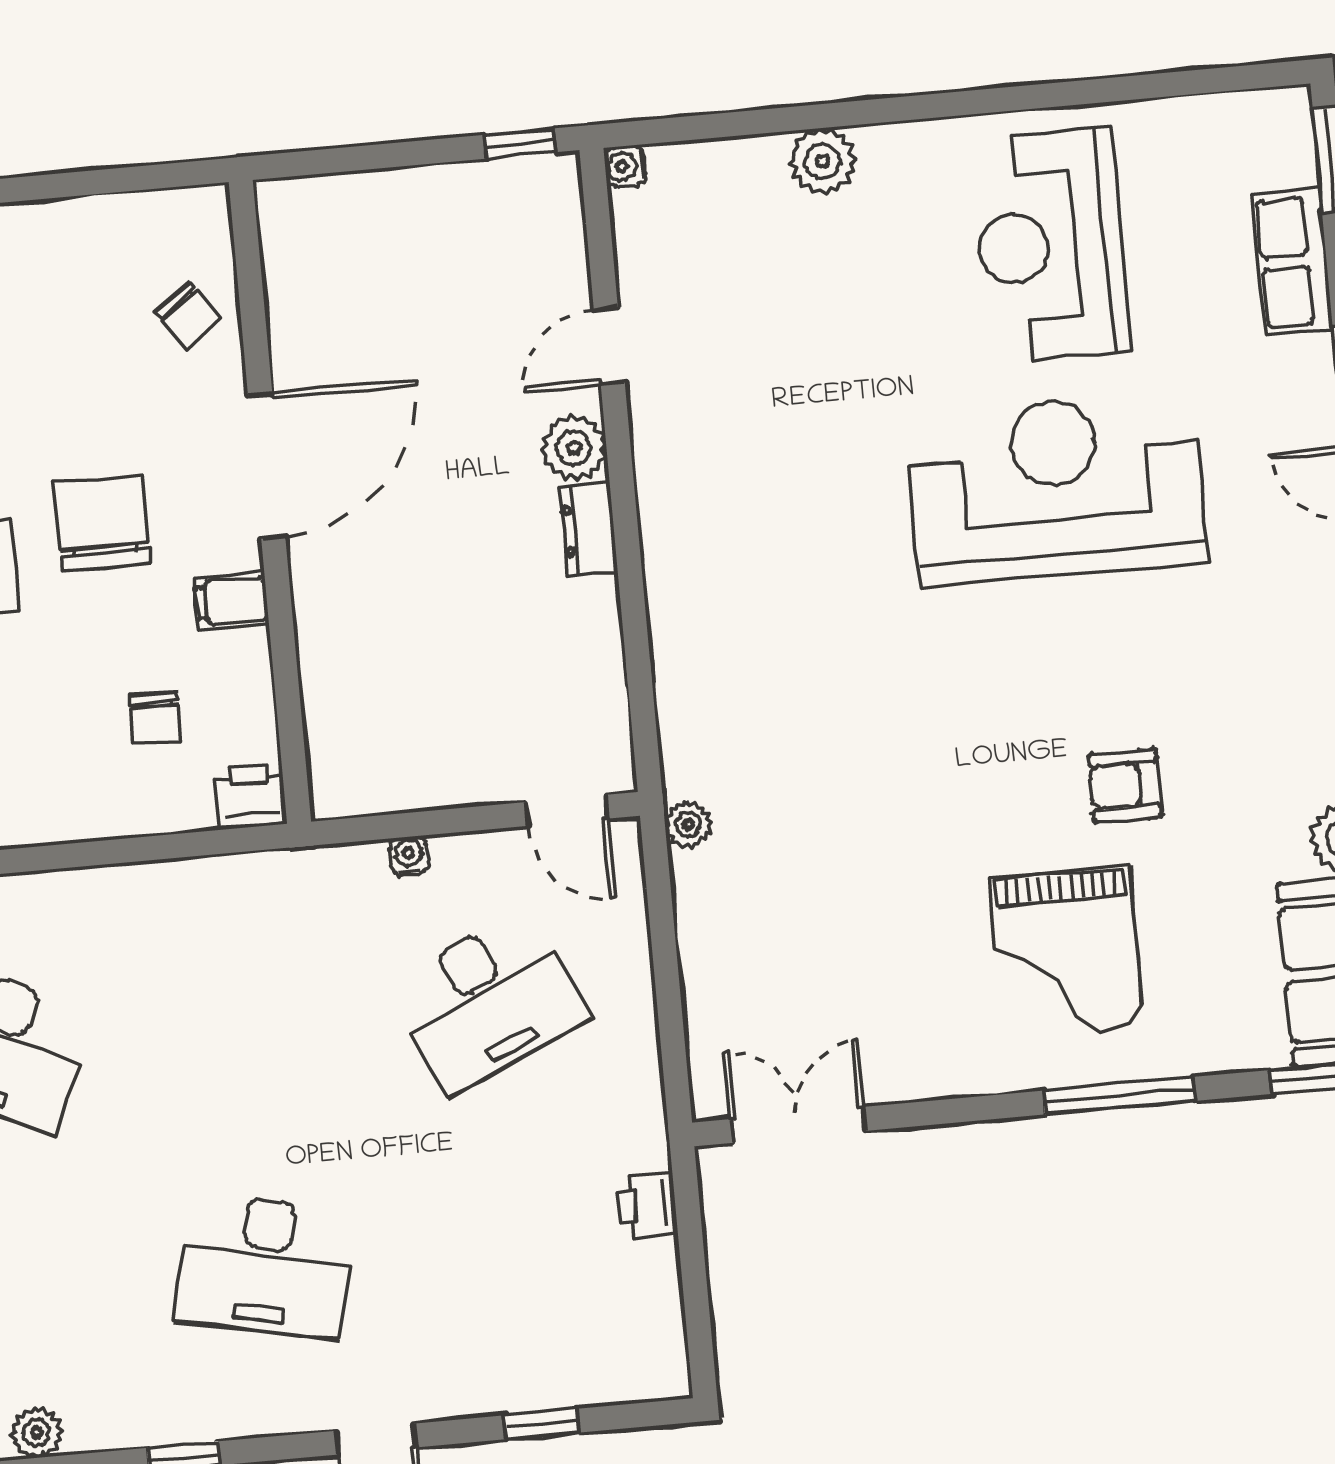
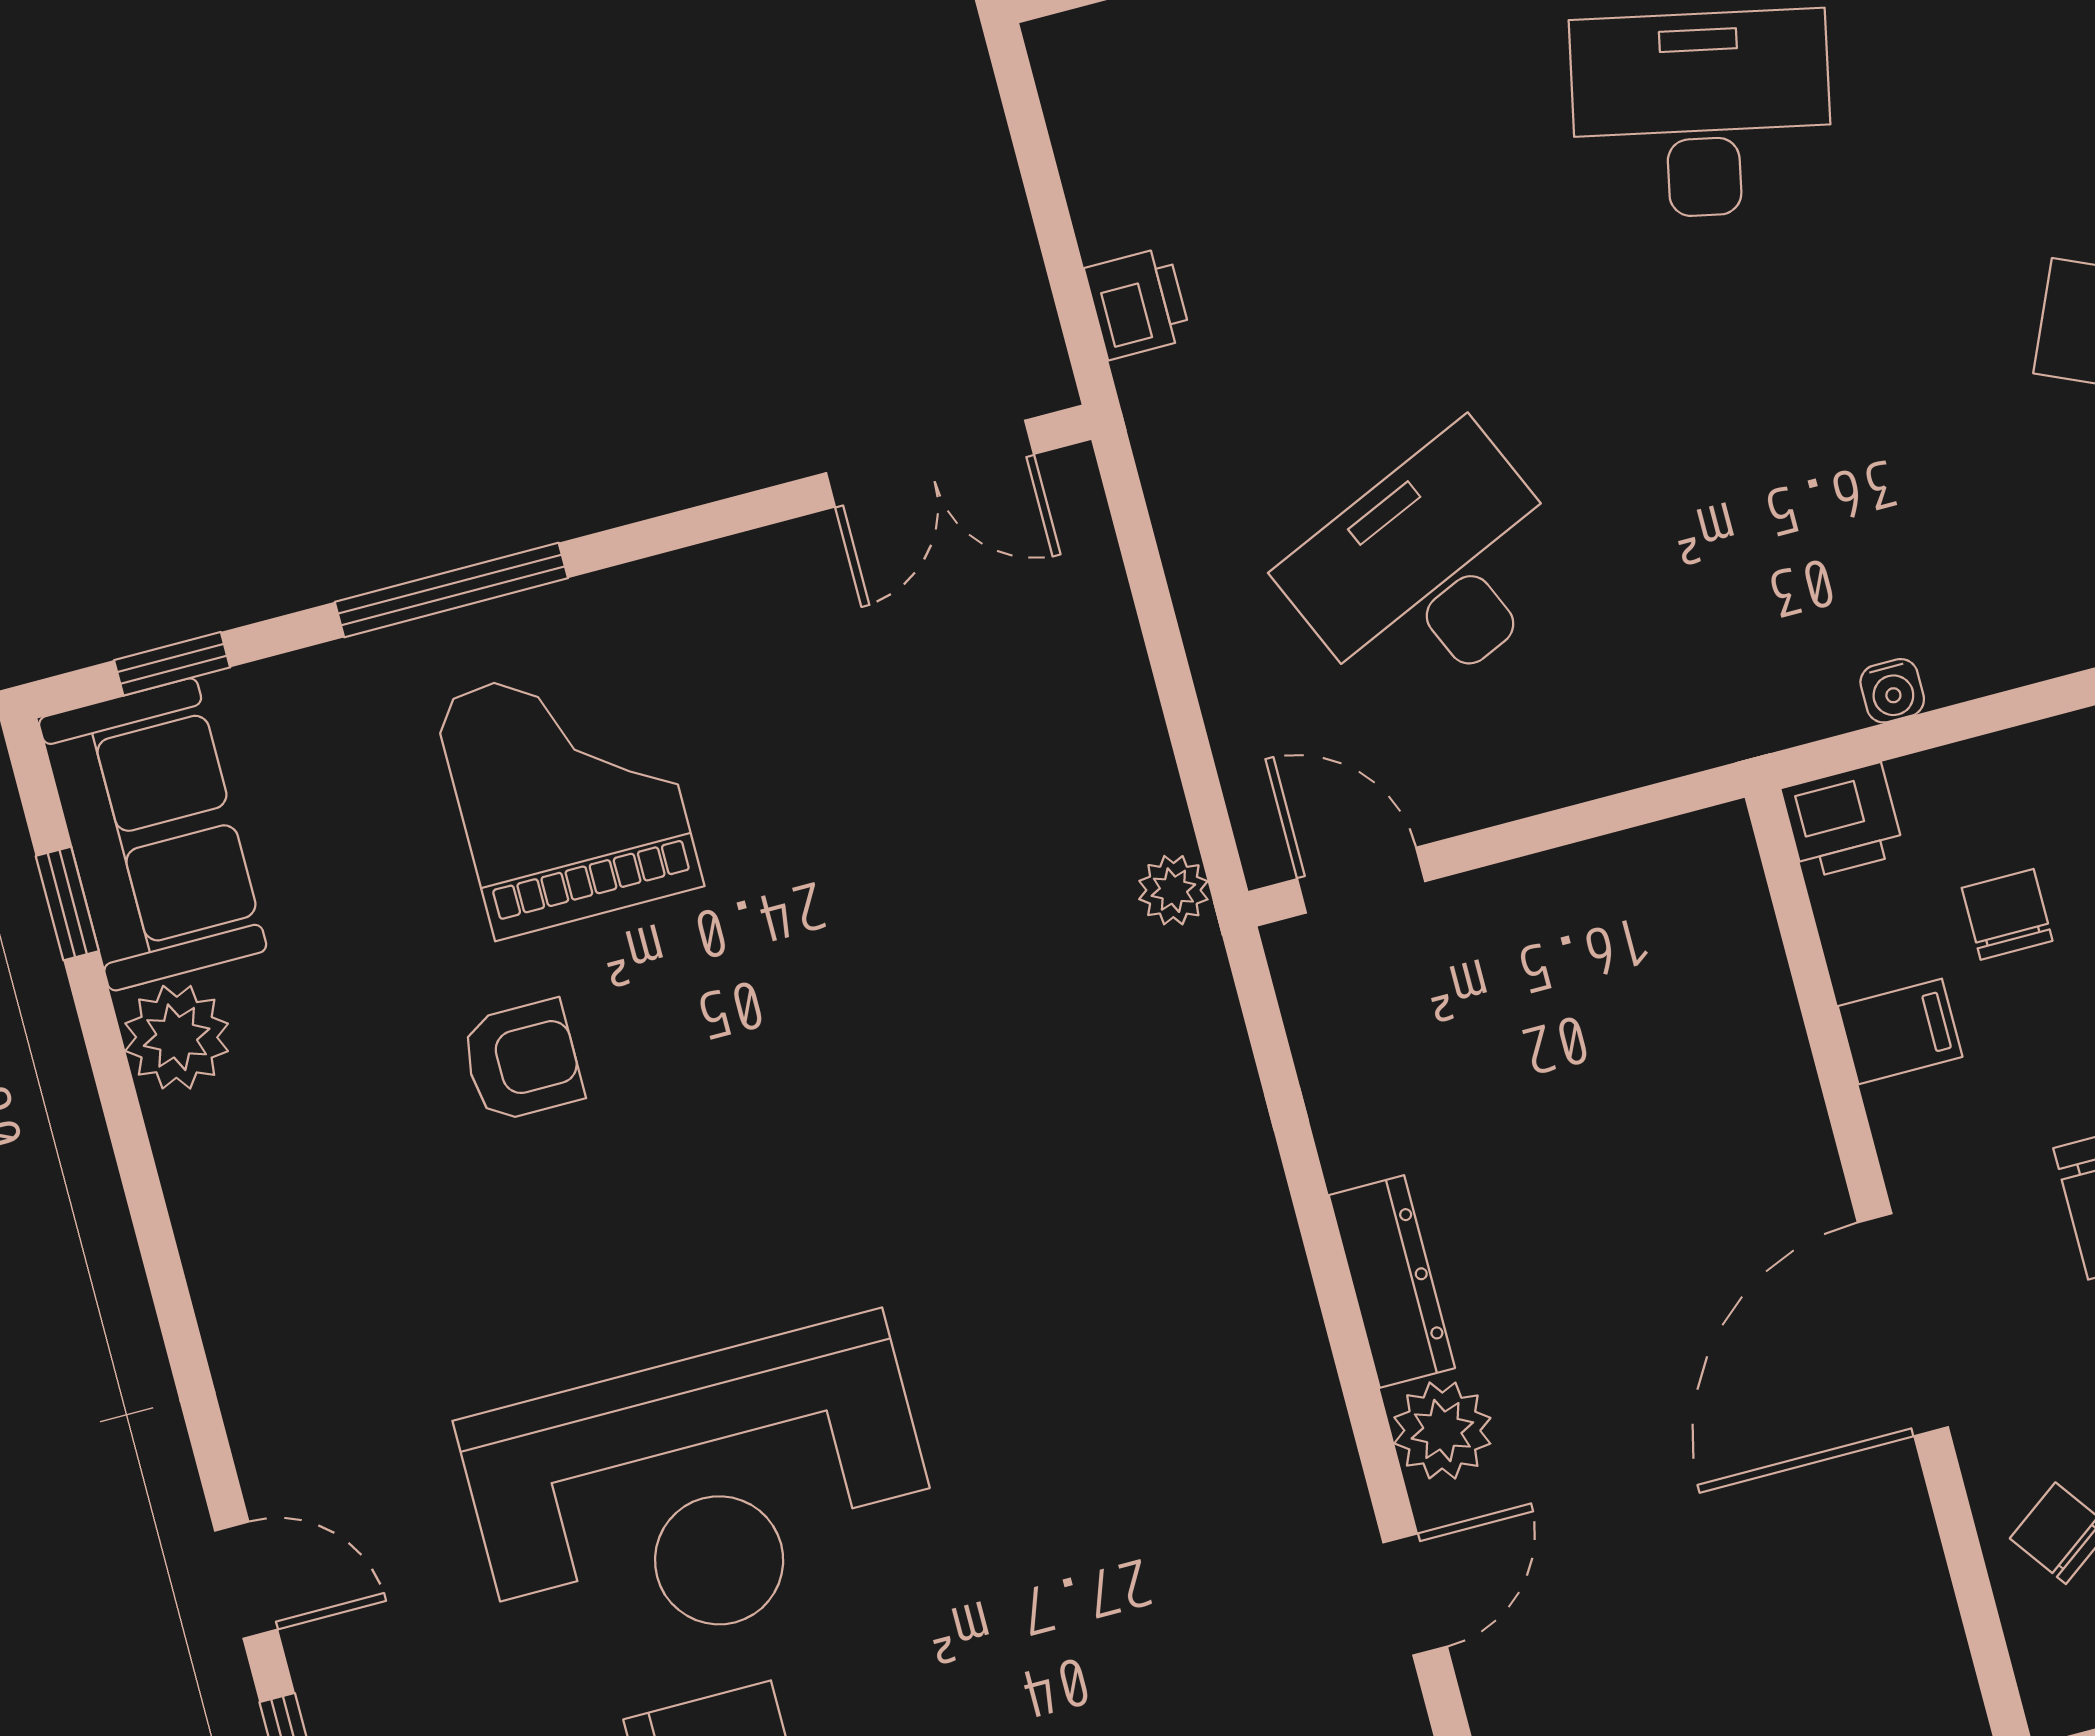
dresser: (588, 530) -> (1392, 1282), width x1.44
filing cabinet: (232, 601) -> (1900, 1031), moved
water cooler: (409, 856) -> (1892, 691), moved

